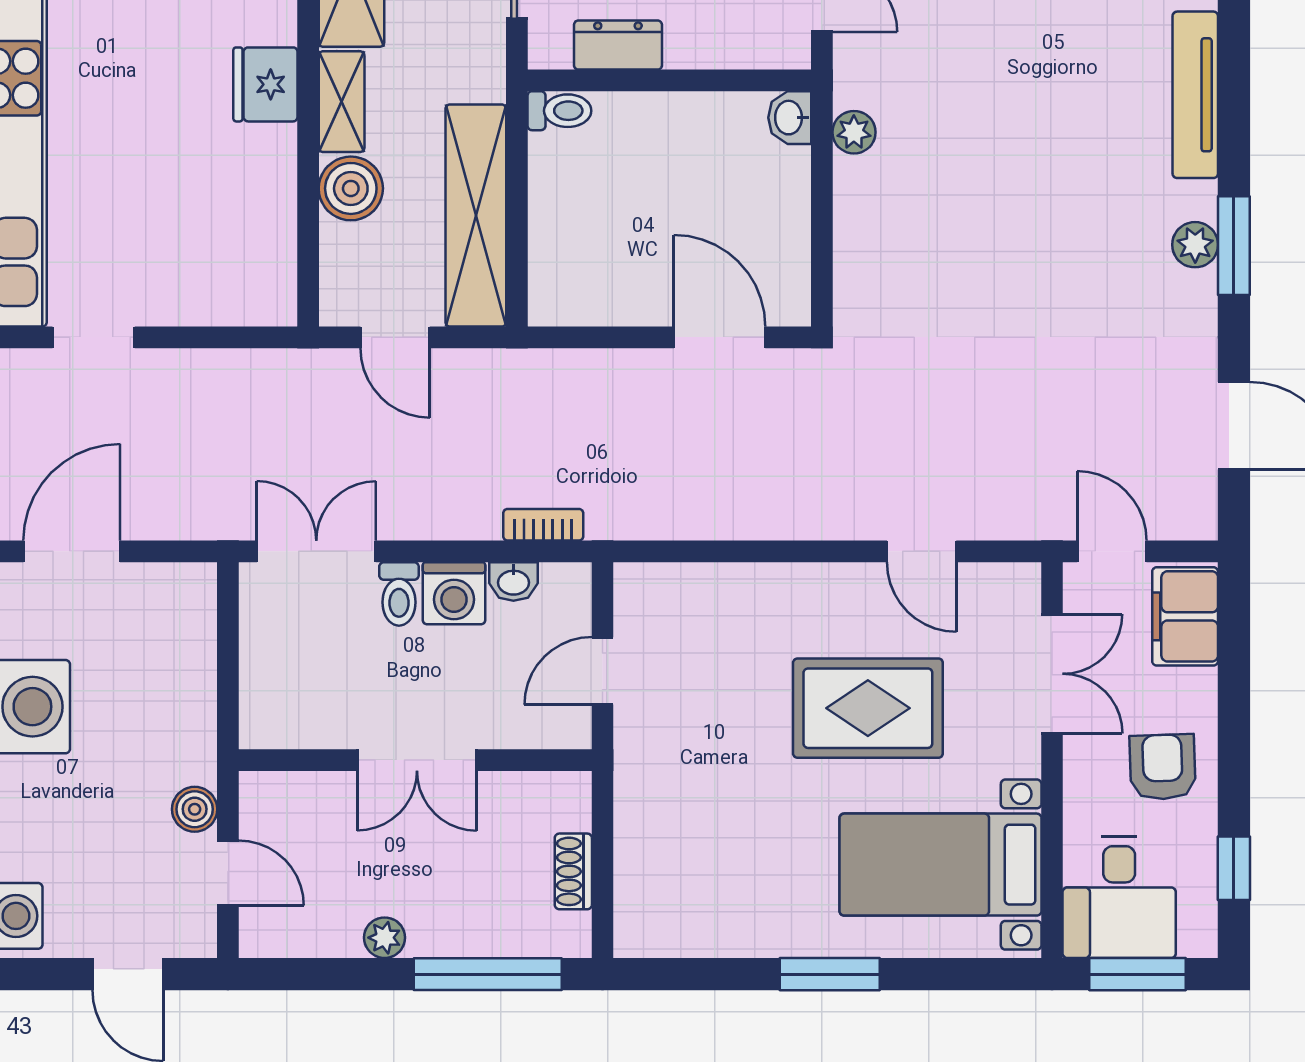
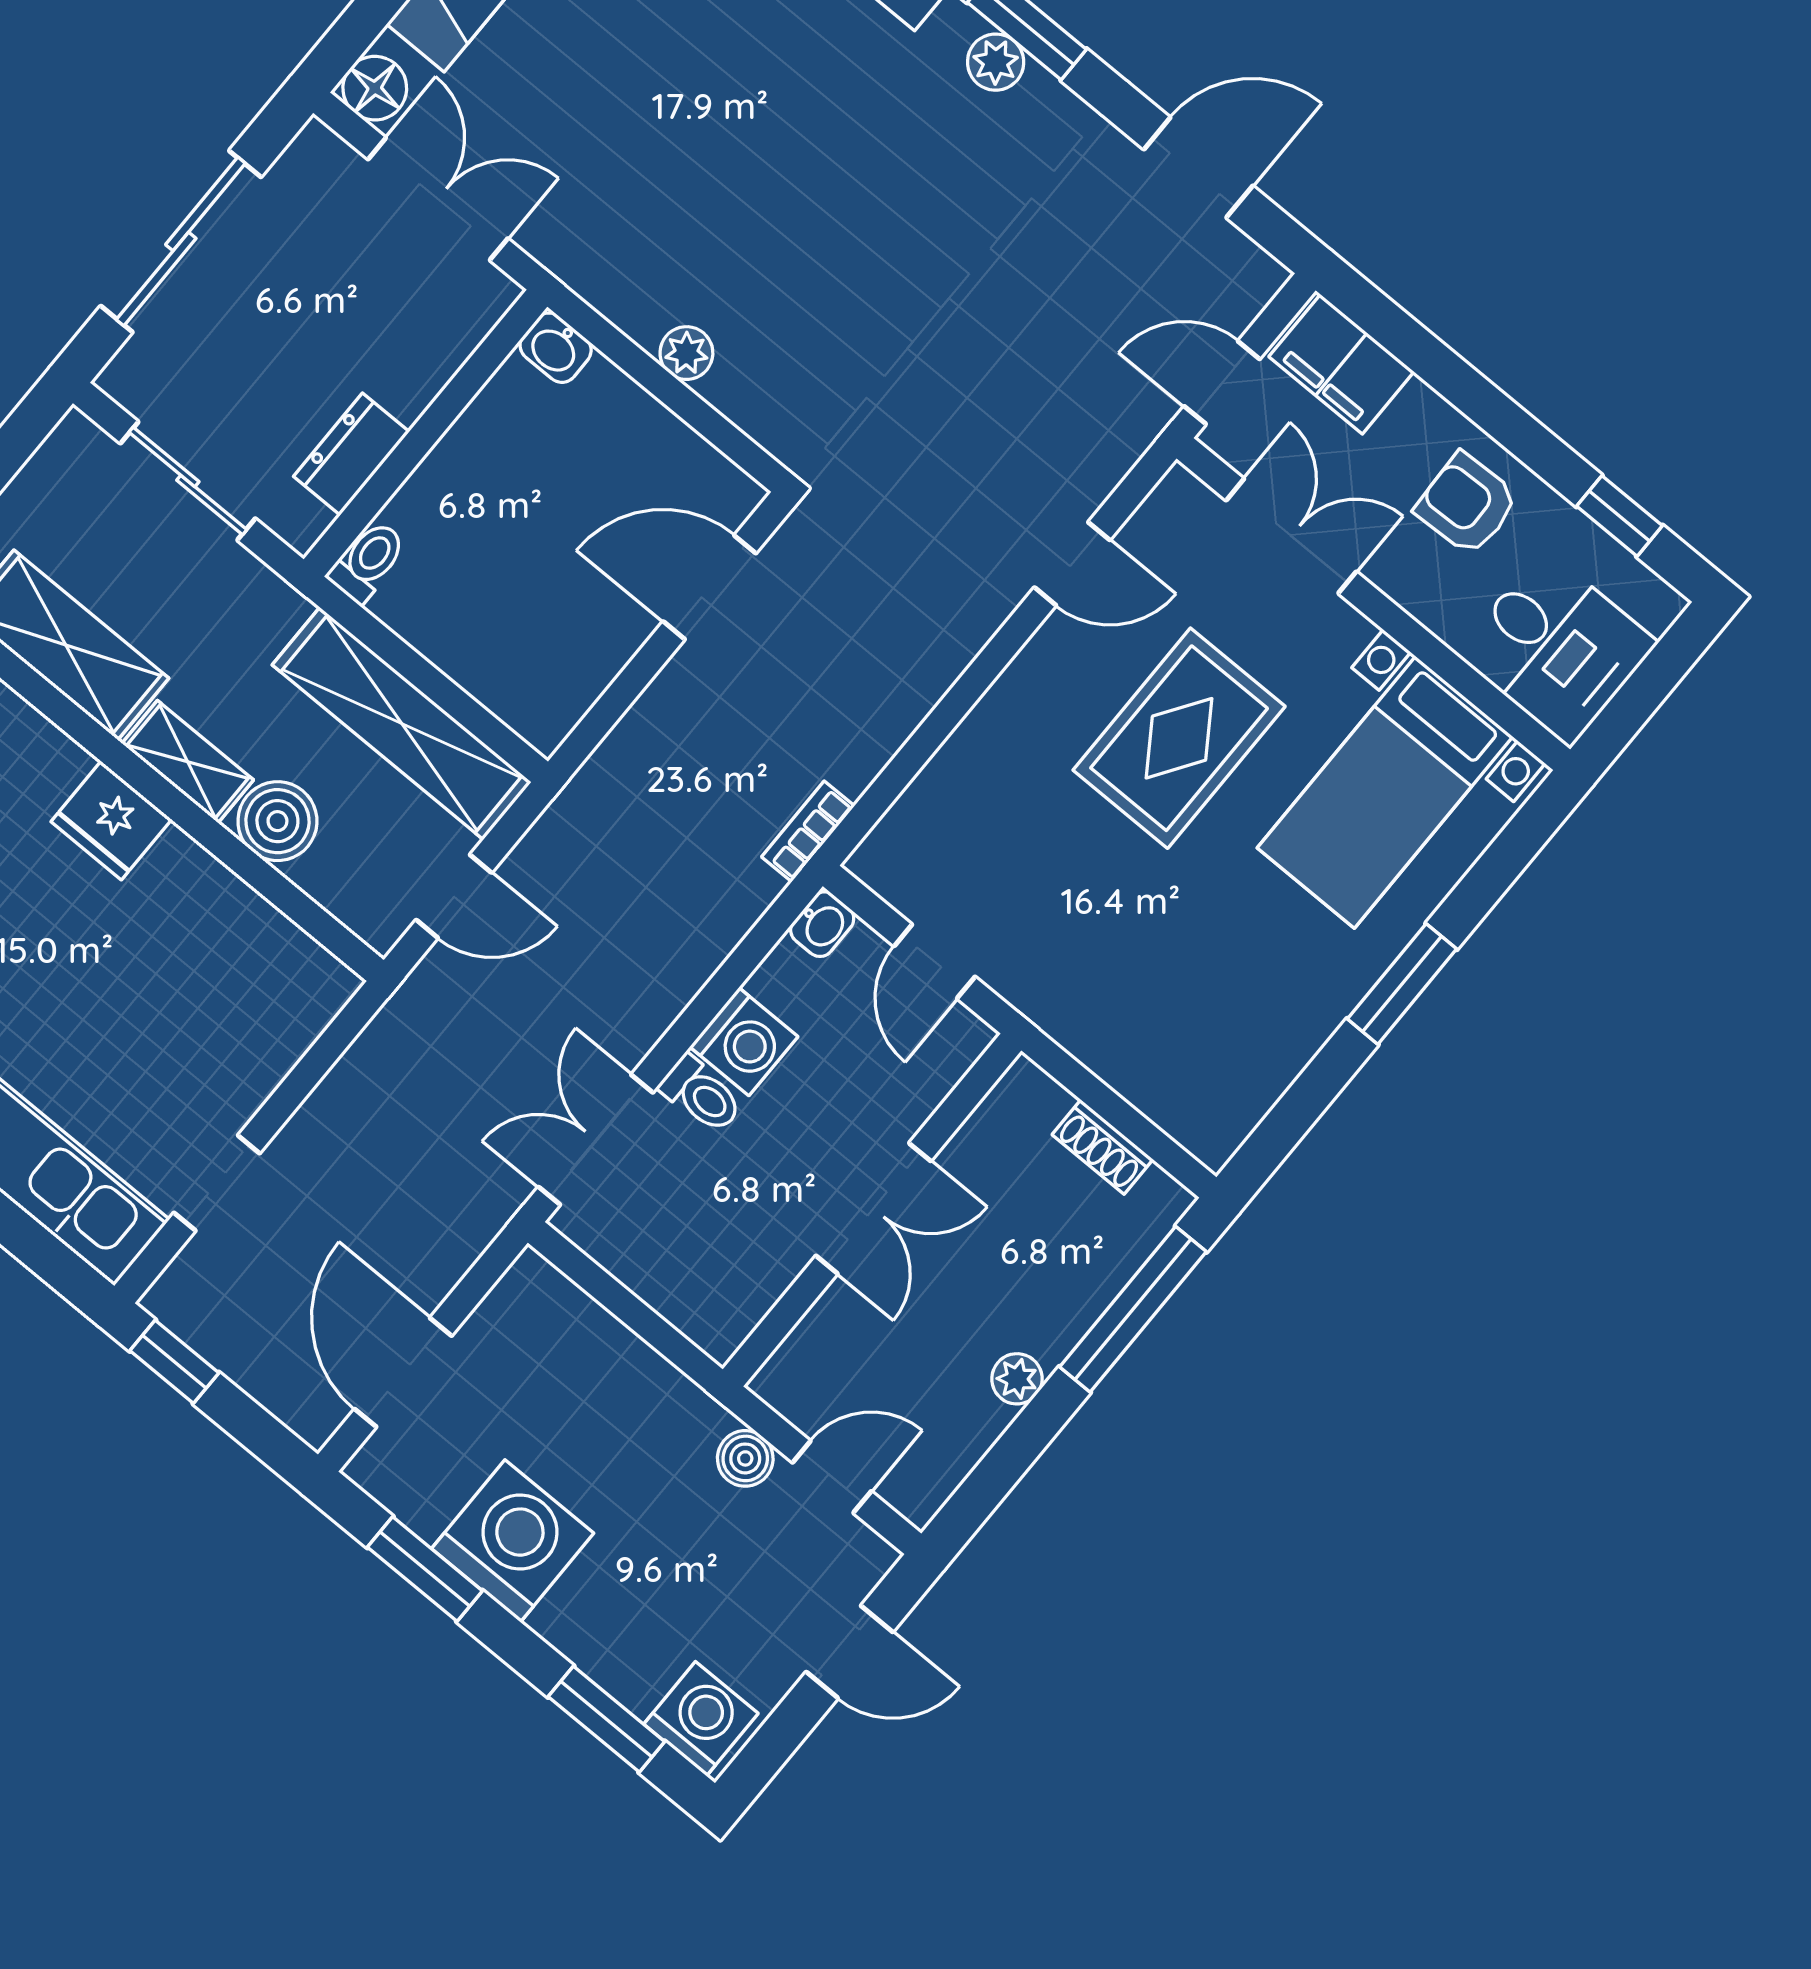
plant: (854, 132) -> (686, 353), moved
bookcase: (543, 525) -> (808, 831), moved
washbasin: (513, 582) -> (822, 924), moved
window: (1138, 974) -> (1644, 691), removed

